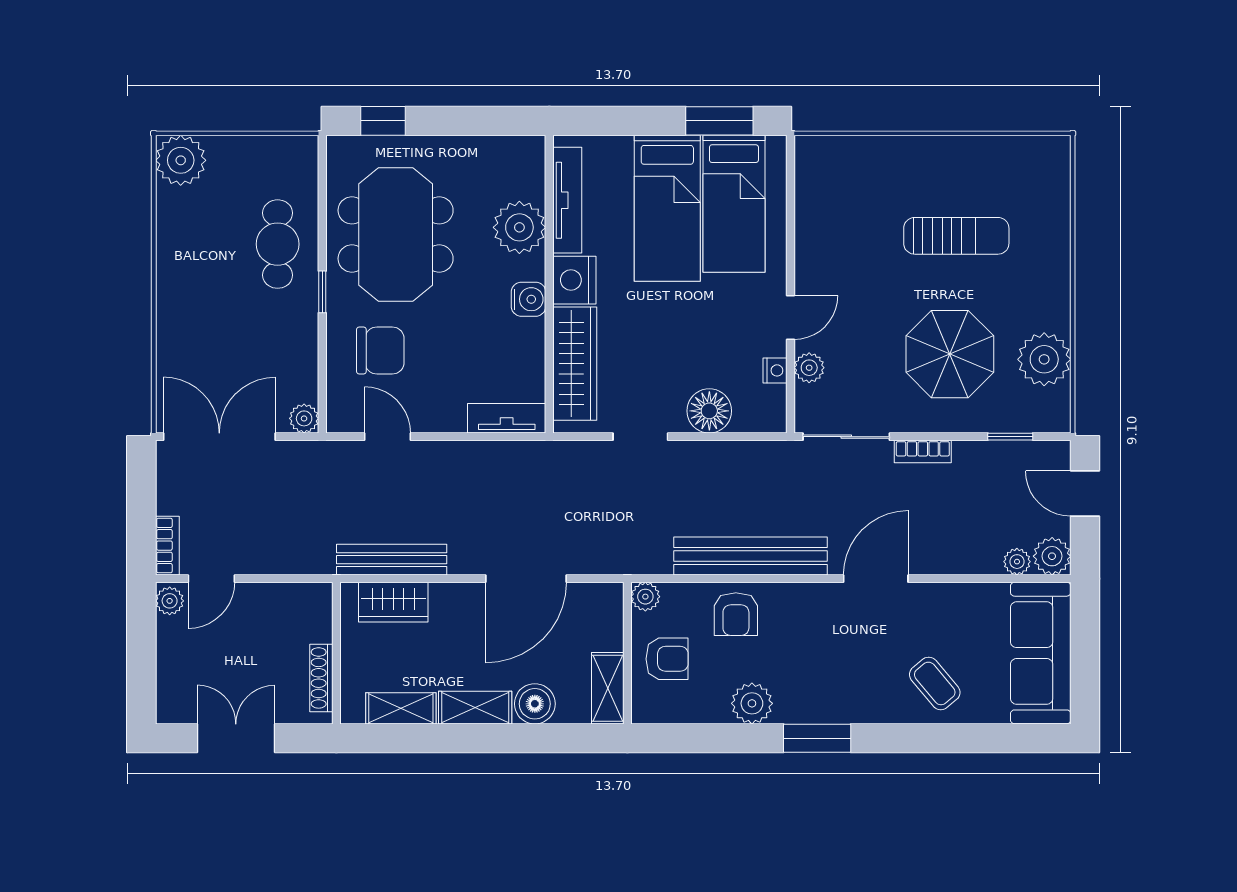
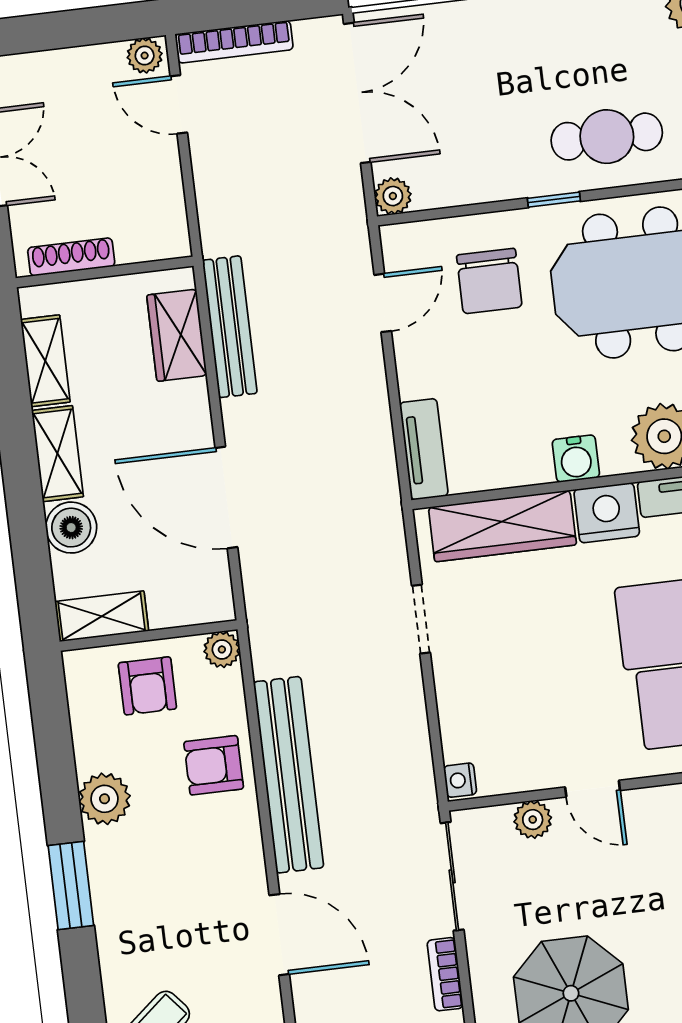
nightstand: (775, 370) -> (460, 780), moved, turned 90
floor lamp: (709, 411) -> (464, 701), removed
bookcase: (167, 546) -> (234, 42), width x1.56

